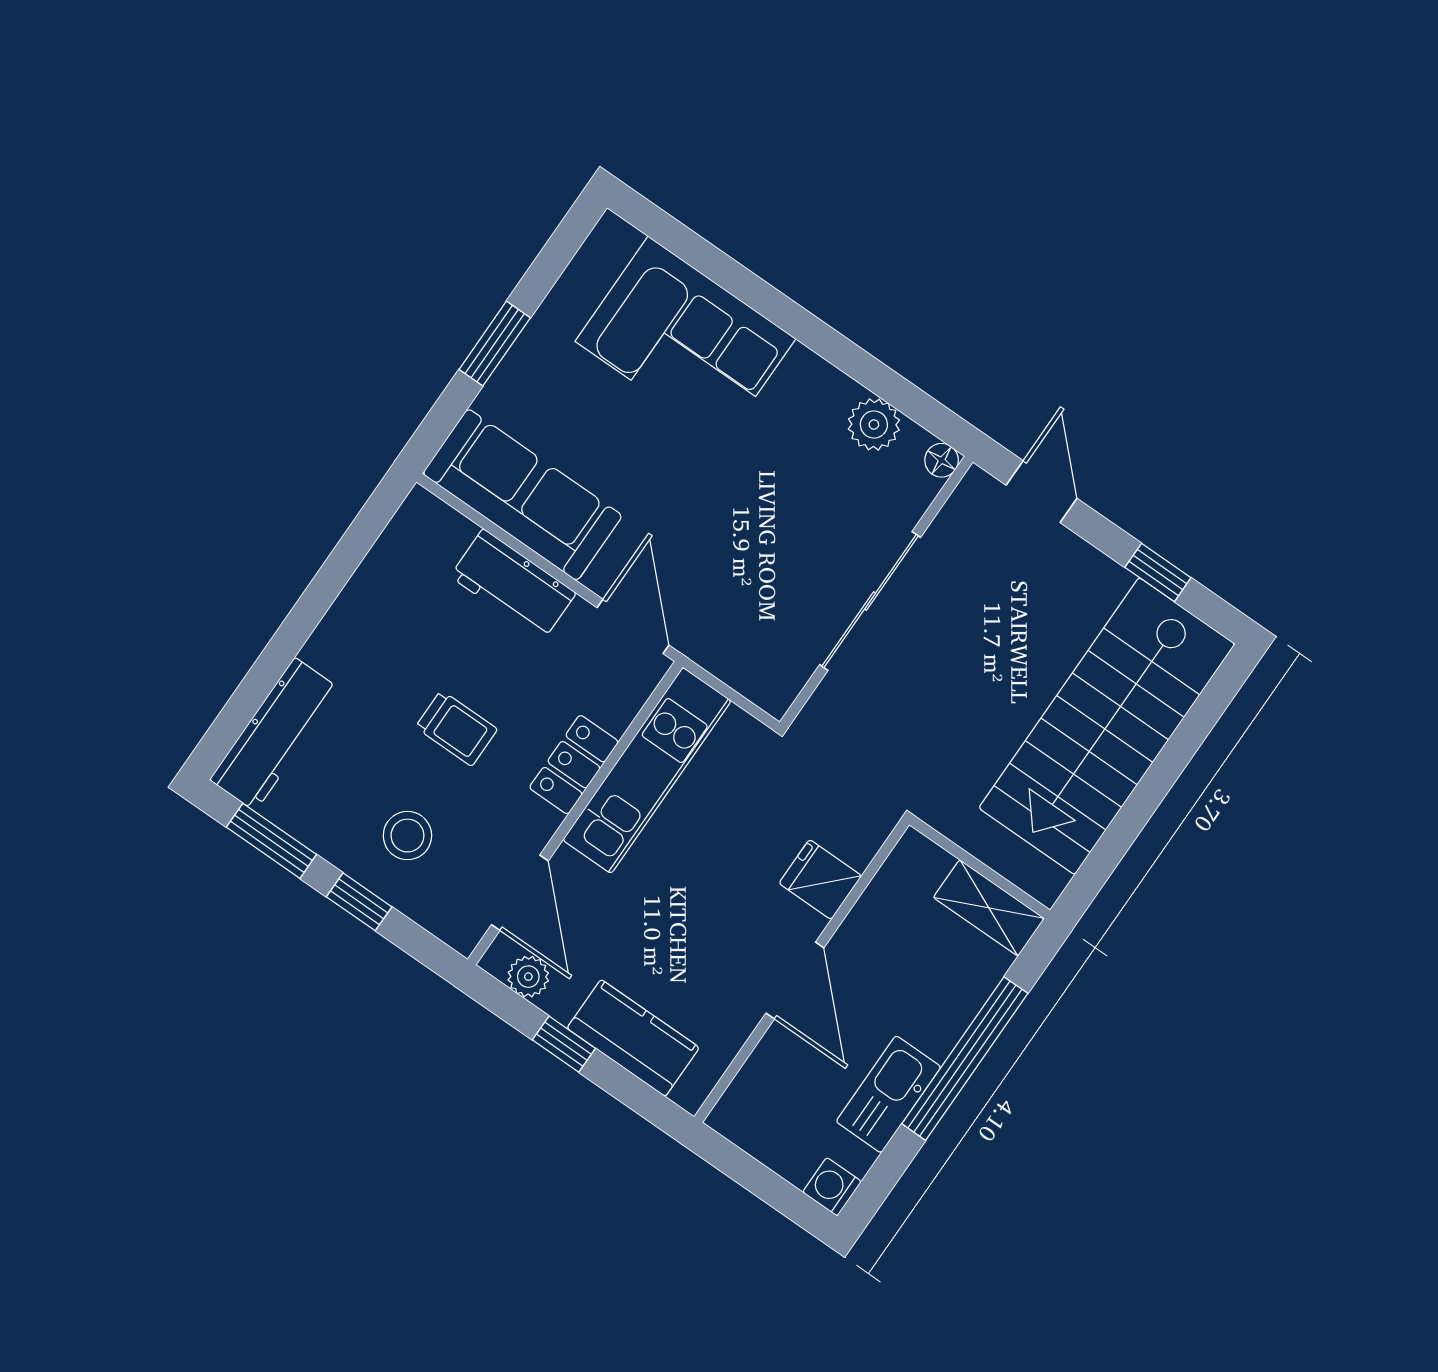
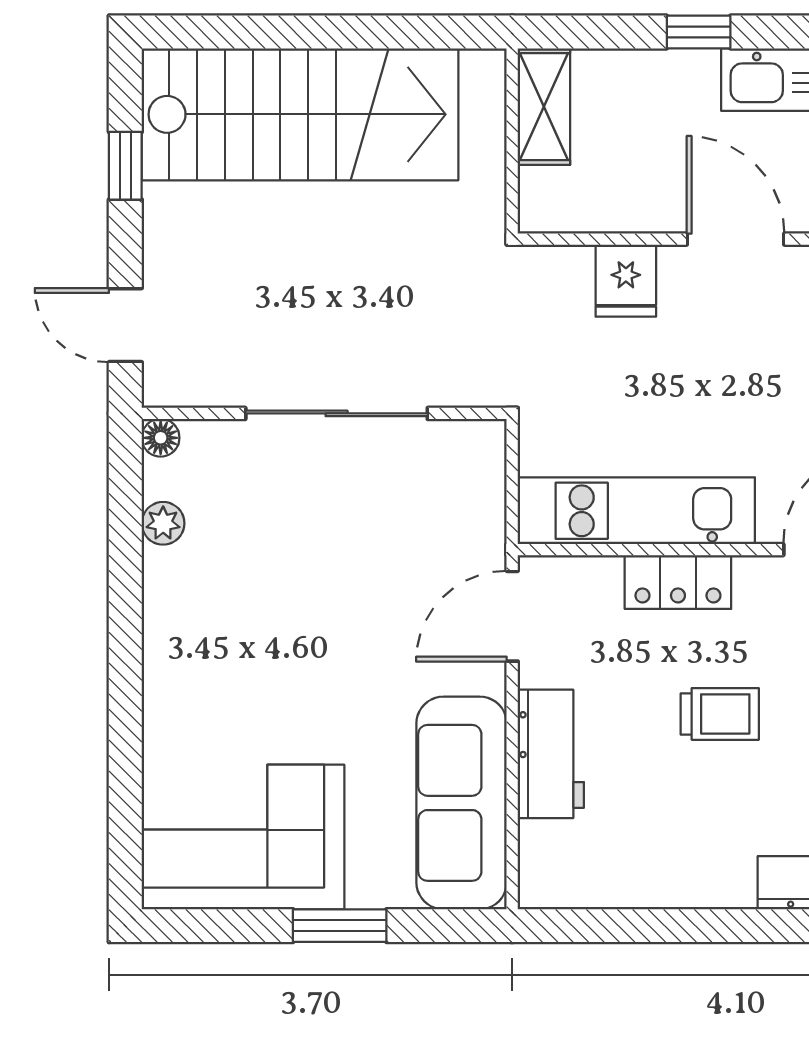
corner sofa: (685, 340) -> (243, 837), moved, turned -90
plant: (874, 425) -> (163, 523), width x0.73, depth x0.73
door: (1042, 492) -> (125, 325), hinge flipped
trolley: (456, 728) -> (720, 714), turned 90
door: (795, 981) -> (735, 239), hinge flipped
window: (965, 1059) -> (699, 32), width x0.32

